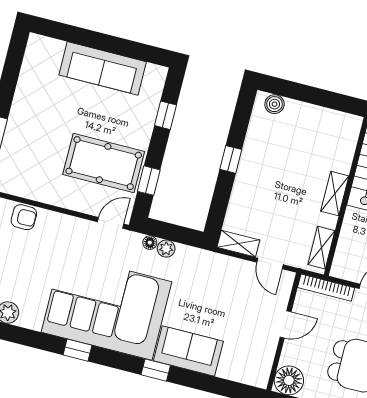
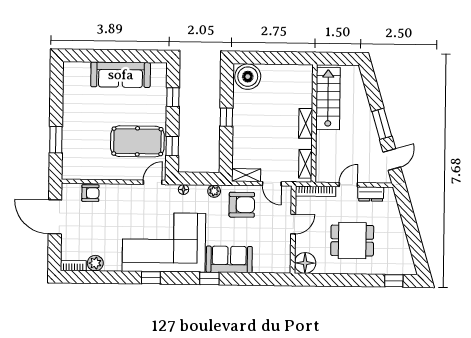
boiler: (275, 104) -> (248, 77), width x1.86, depth x1.86
plant: (166, 249) -> (214, 191), moved
armchair: (223, 282) -> (242, 205), added

